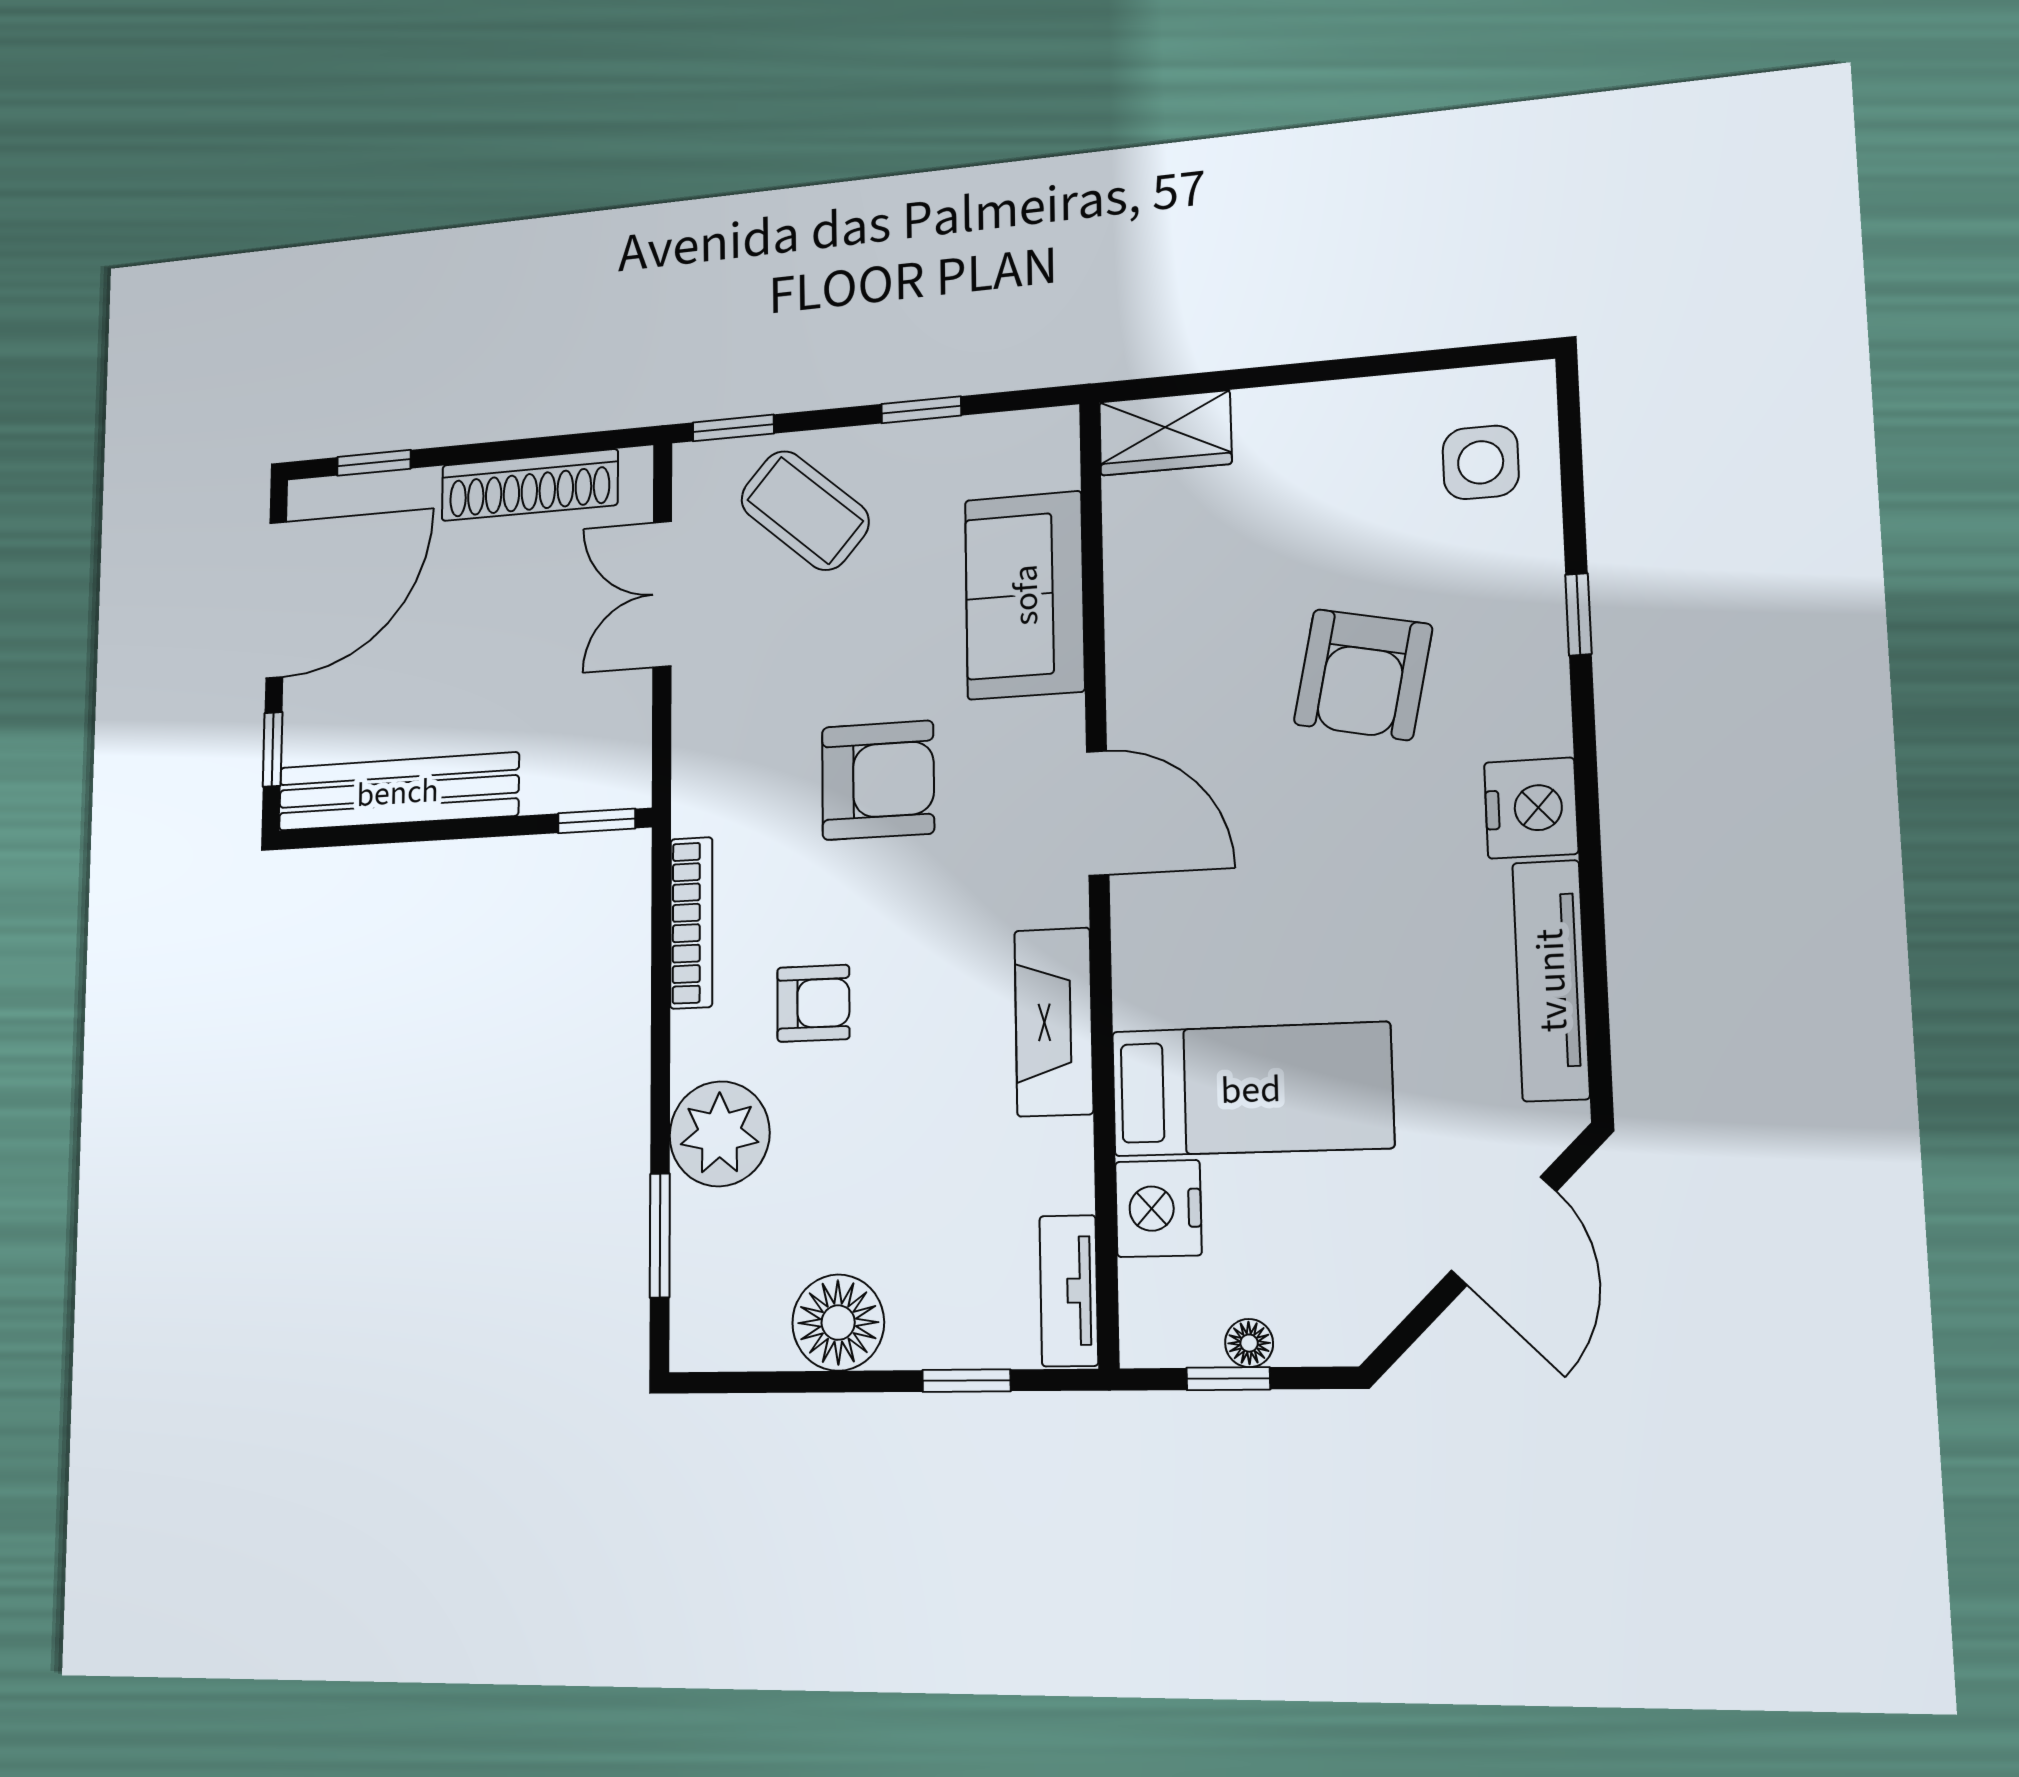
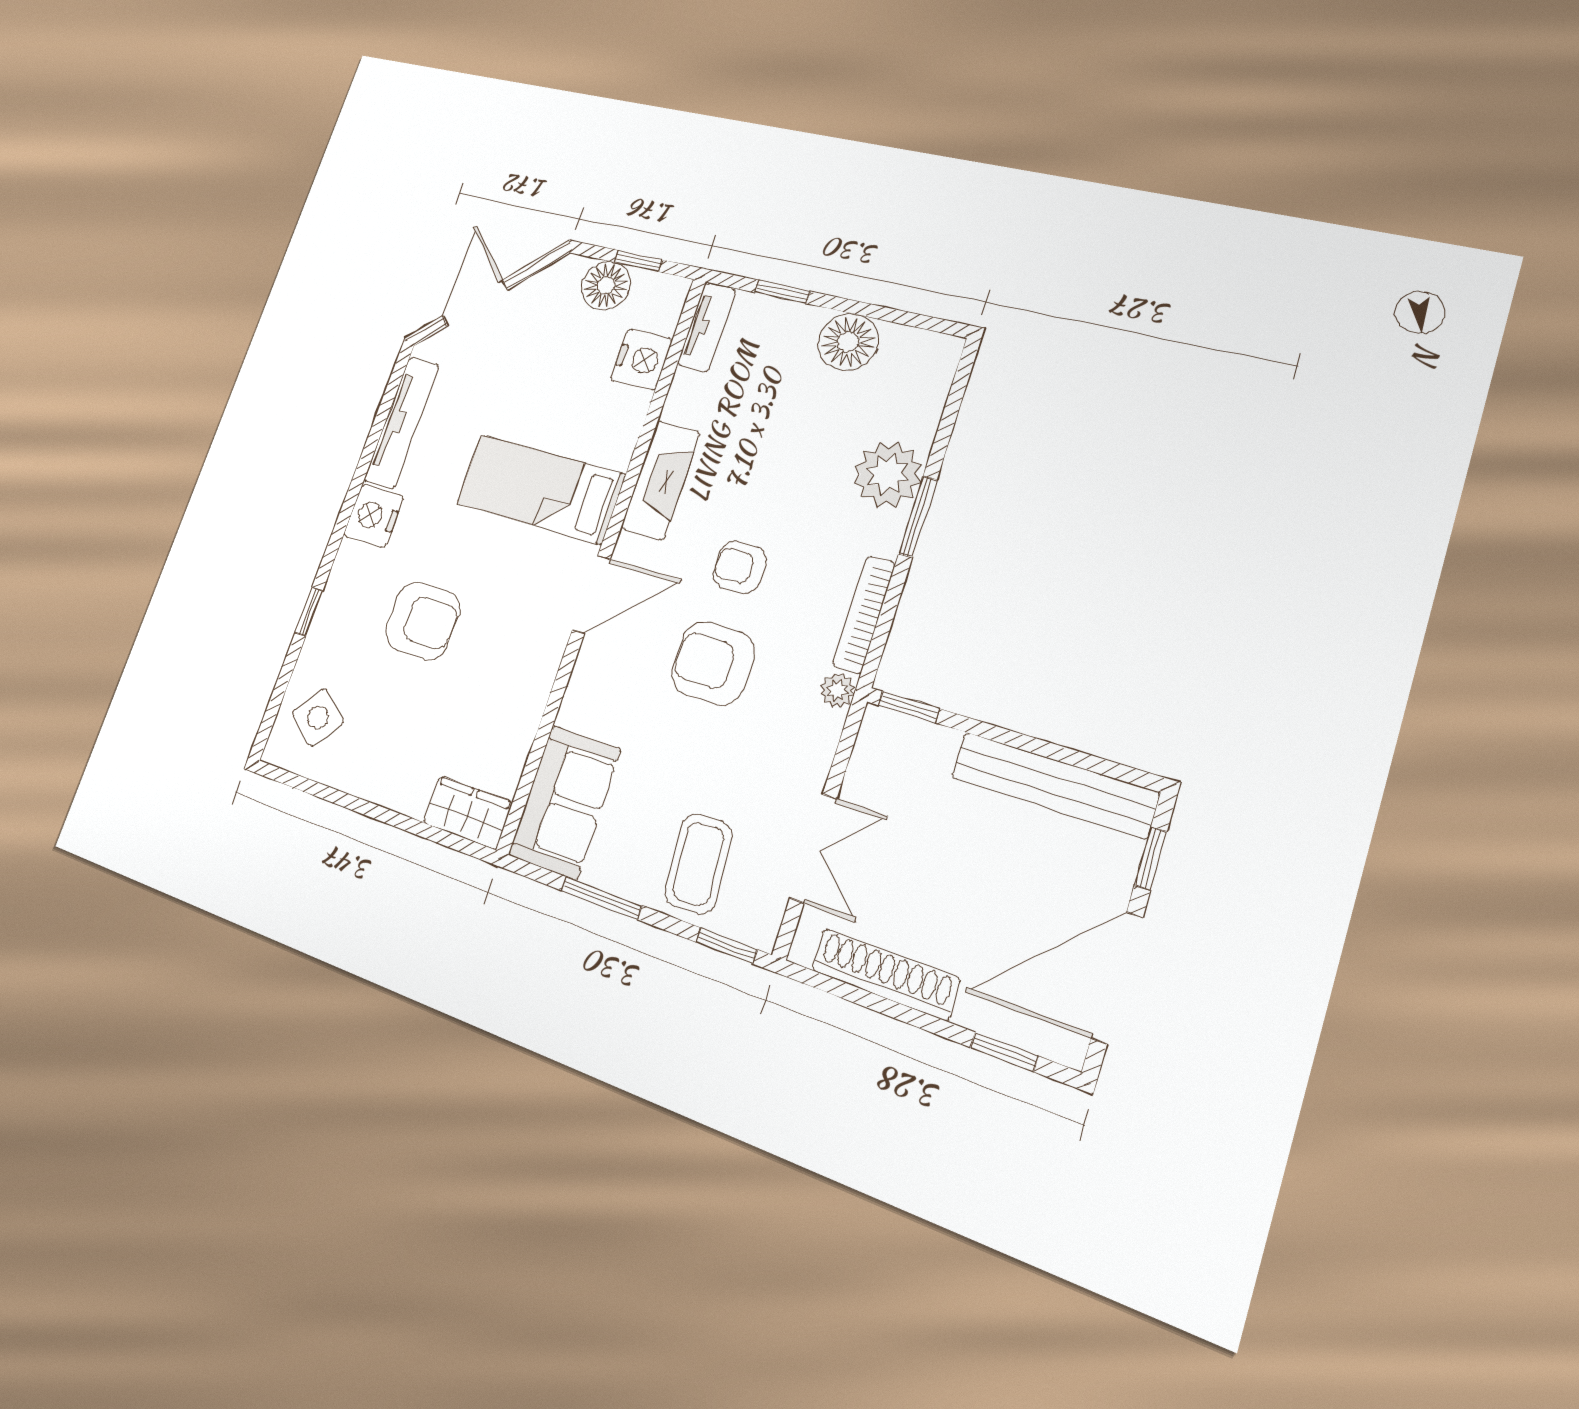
window: (921, 410) -> (602, 898), width x1.50
side table: (1481, 462) -> (318, 718), turned 38
coffee table: (805, 510) -> (698, 864), turned 45
sofa: (1025, 595) -> (565, 802), moved
armchair: (1363, 674) -> (423, 621), turned 78
plant: (695, 808) -> (837, 690), added
door: (1098, 813) -> (591, 594), swing flipped
armchair: (813, 1003) -> (740, 567), moved
bed: (1251, 1089) -> (540, 489), moved
window: (660, 1235) -> (918, 517), moved
floor lamp: (1249, 1343) -> (606, 286), width x1.89, depth x1.89

